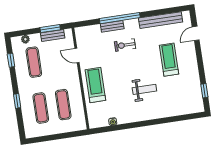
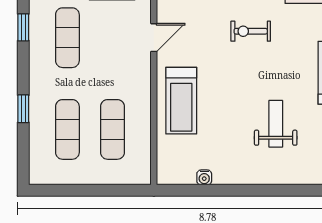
door: (77, 56) -> (154, 38), swing flipped
treadmill: (95, 85) -> (181, 101), turned 180
weight bench: (144, 89) -> (276, 124), turned -90

